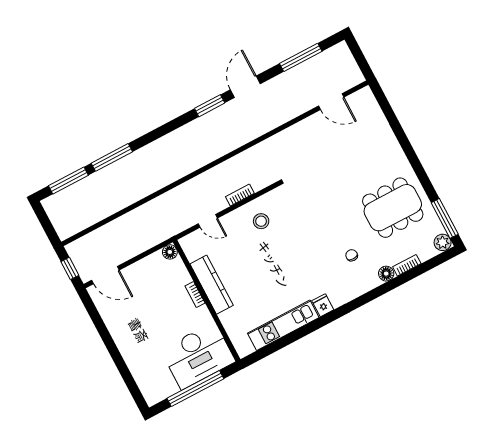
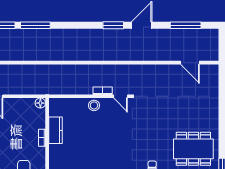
door: (208, 221) -> (121, 96), moved
stool: (261, 221) -> (94, 105), moved
kitchen counter: (212, 285) -> (56, 130), width x0.67

